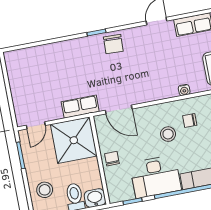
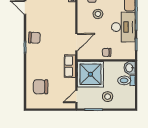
chair: (40, 68) -> (41, 87), added
door: (36, 125) -> (76, 97), swing flipped
stool: (45, 190) -> (108, 97), moved

